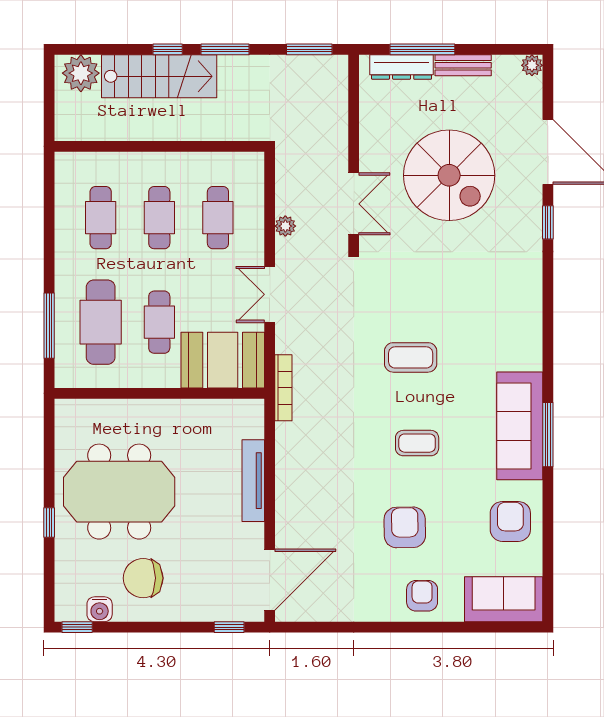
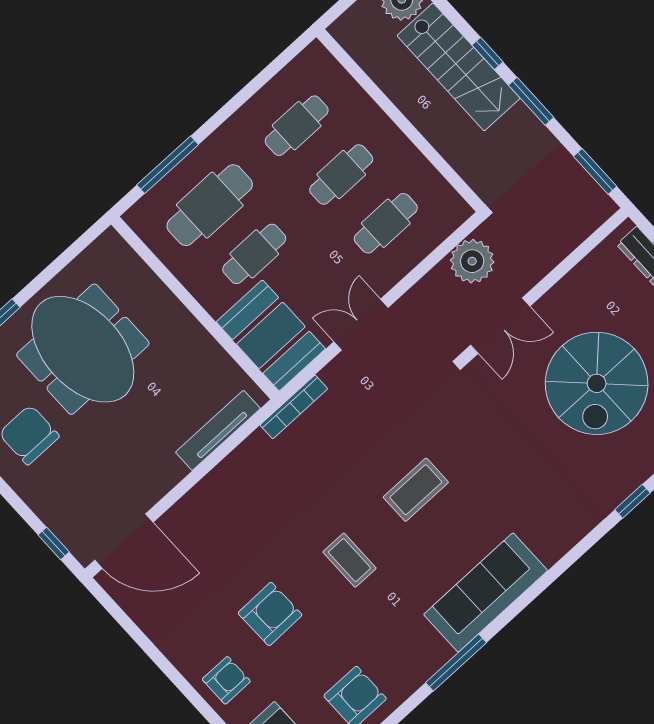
plant: (285, 226) -> (472, 261), moved, width x1.88, depth x1.88
coffee table: (411, 357) -> (416, 490), turned 90
sofa: (520, 426) -> (486, 592), moved
tv unit: (253, 481) -> (218, 430), moved

